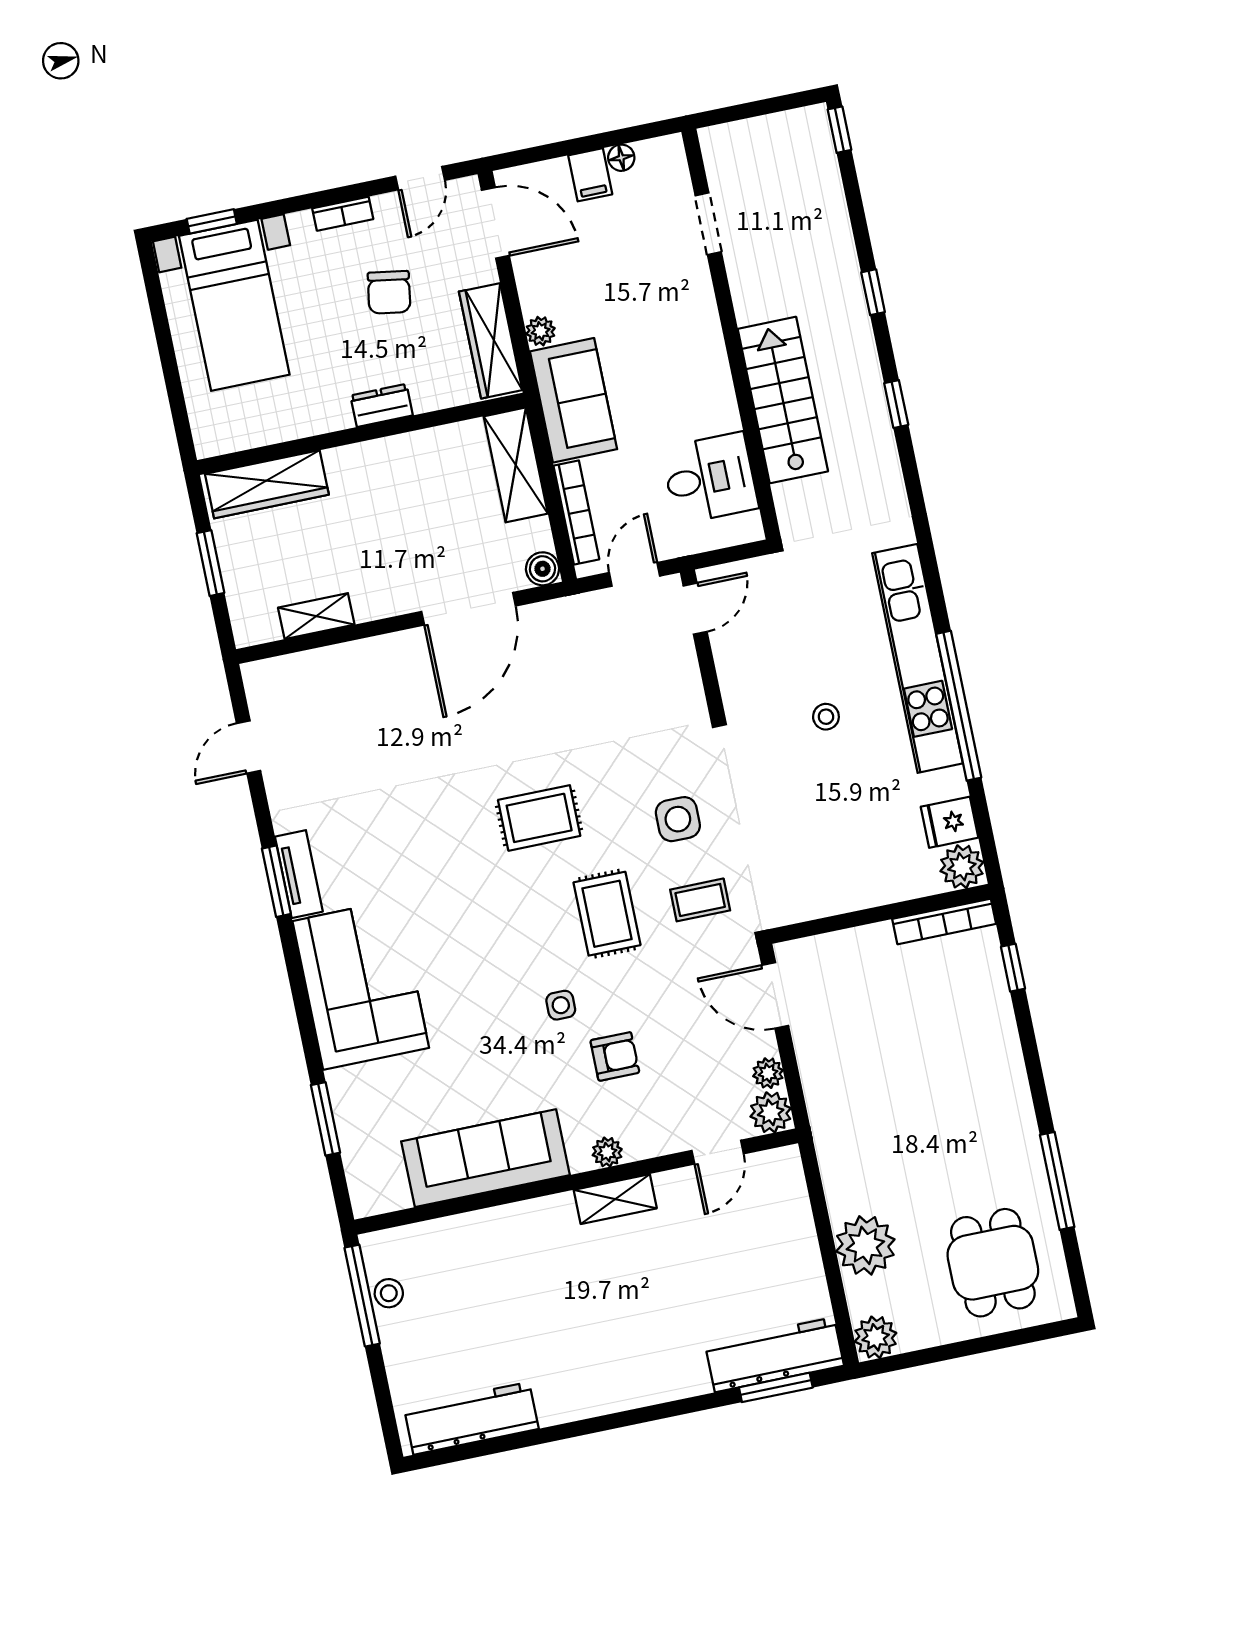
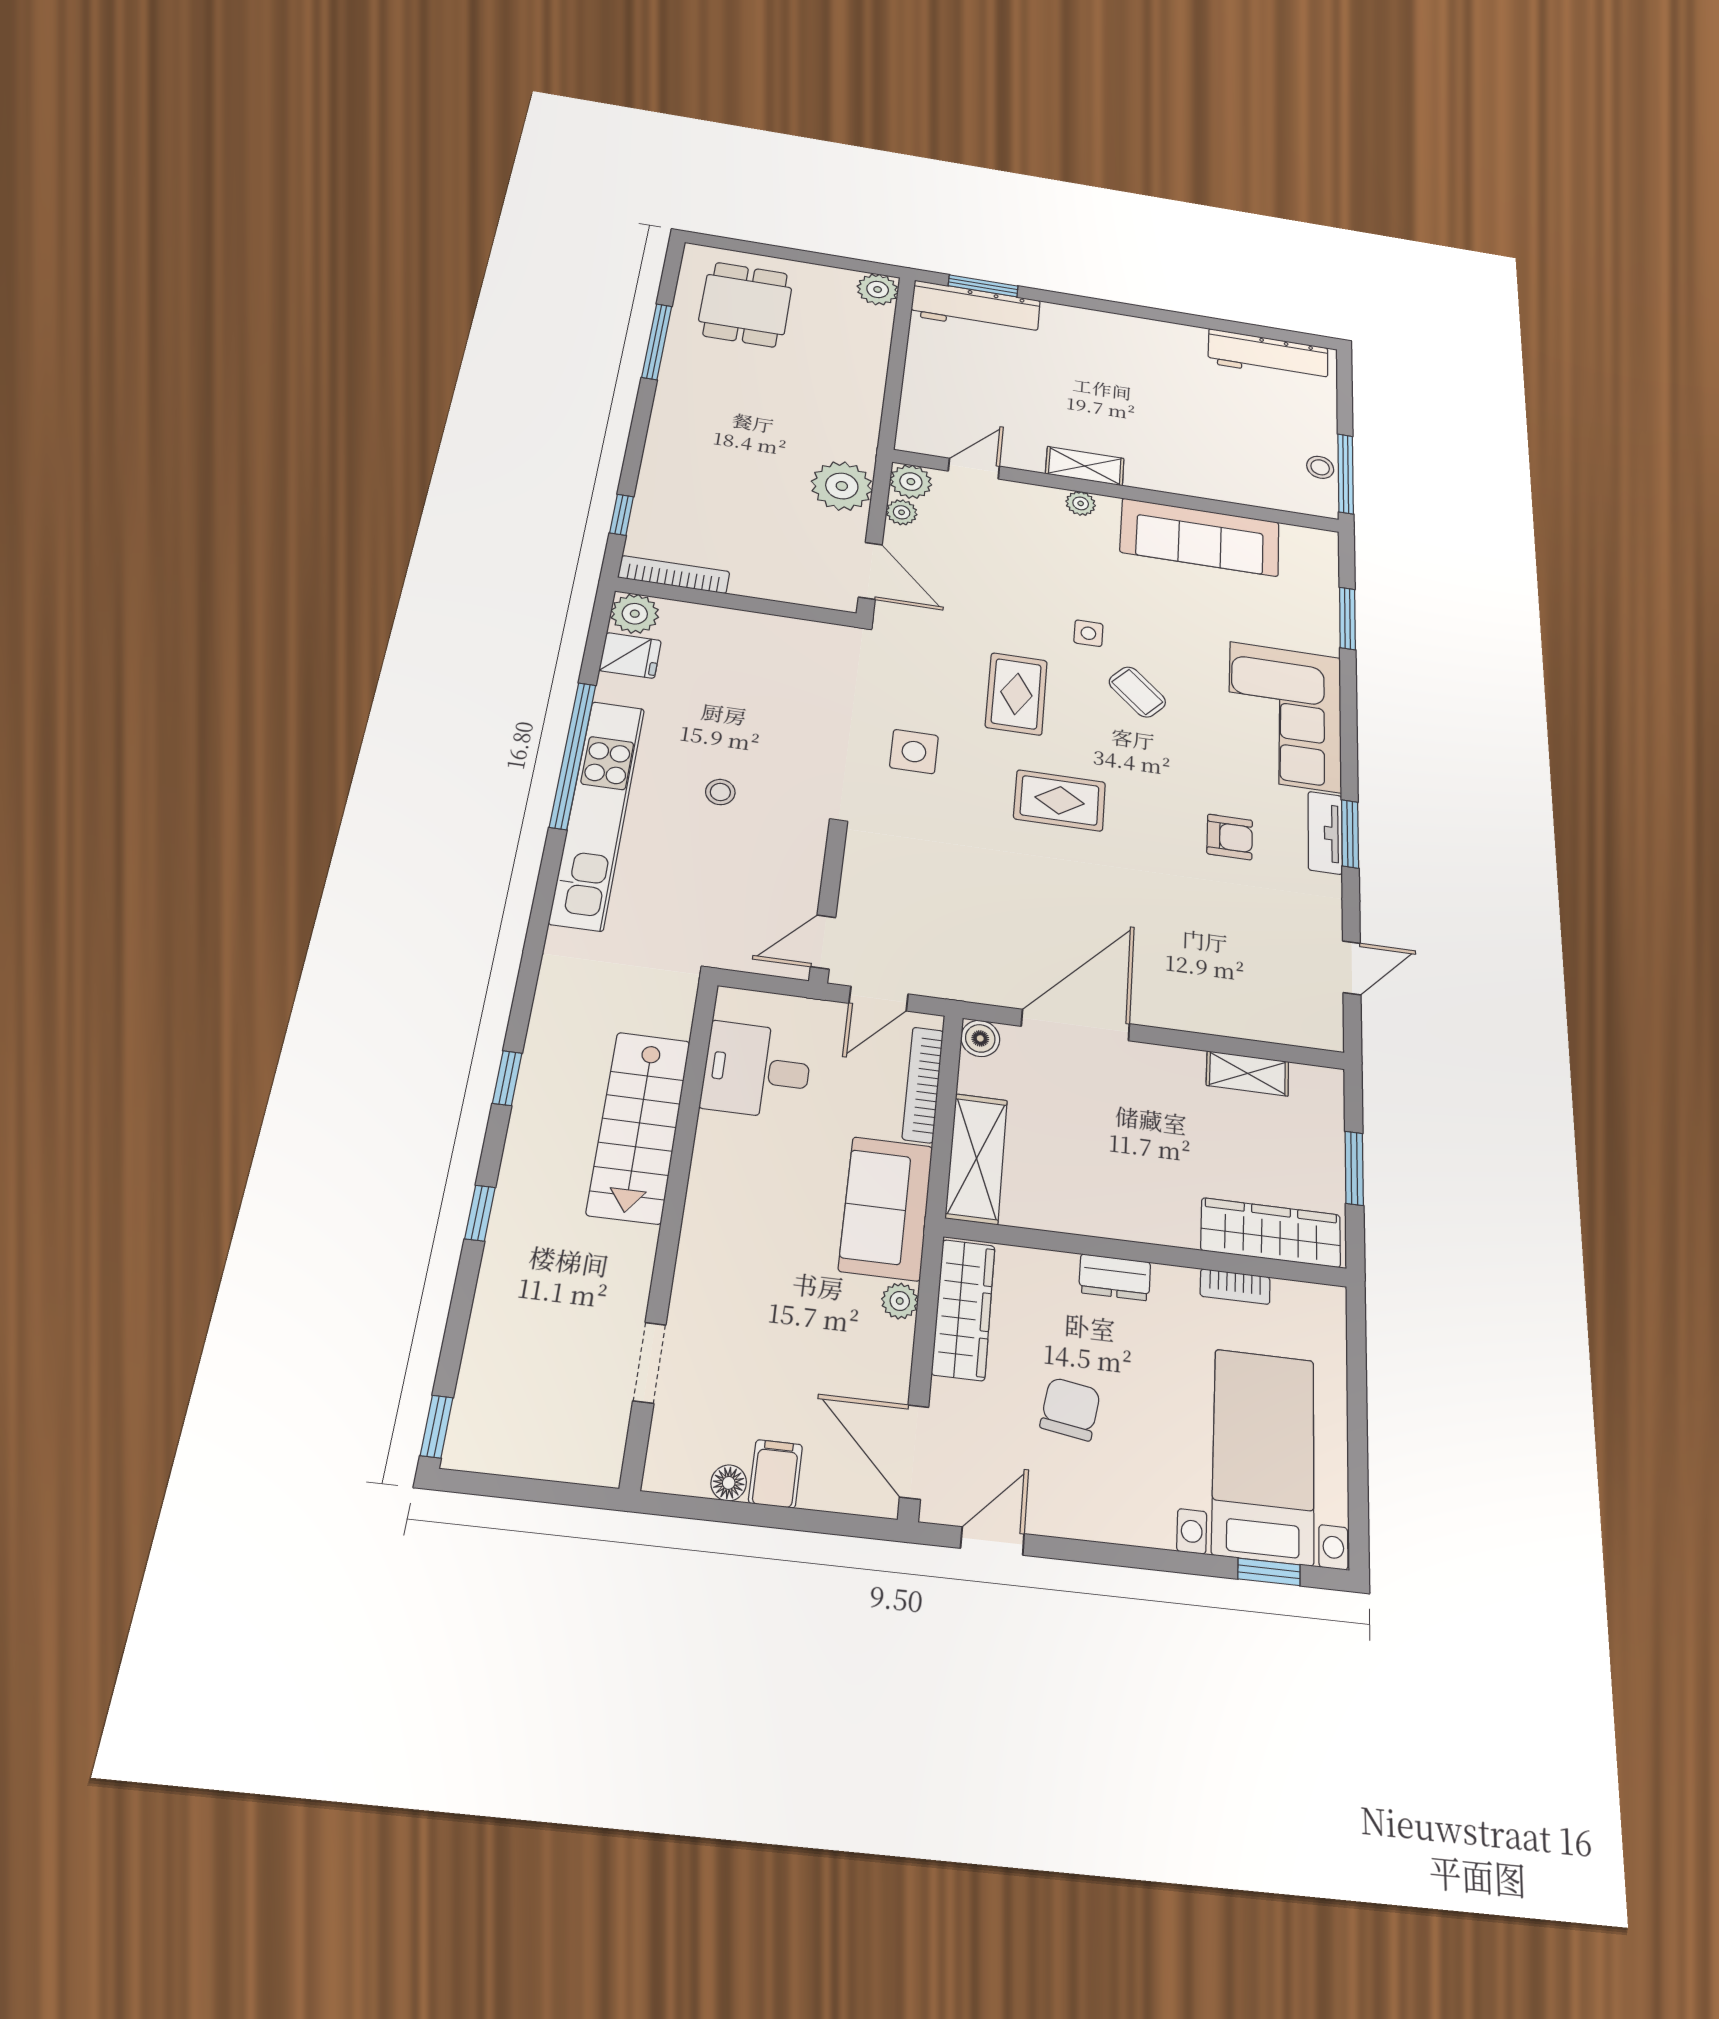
bookcase: (343, 214) -> (1235, 1287), moved, turned 180
coffee table: (700, 900) -> (1137, 692), moved, turned 43
armchair: (615, 1056) -> (1230, 837), moved, turned 180
plant: (865, 1245) -> (842, 486), moved

